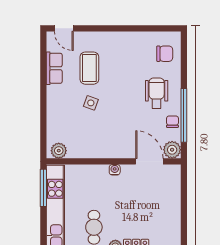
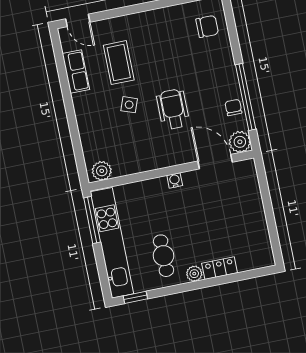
wheelchair: (157, 93) -> (173, 109), moved

